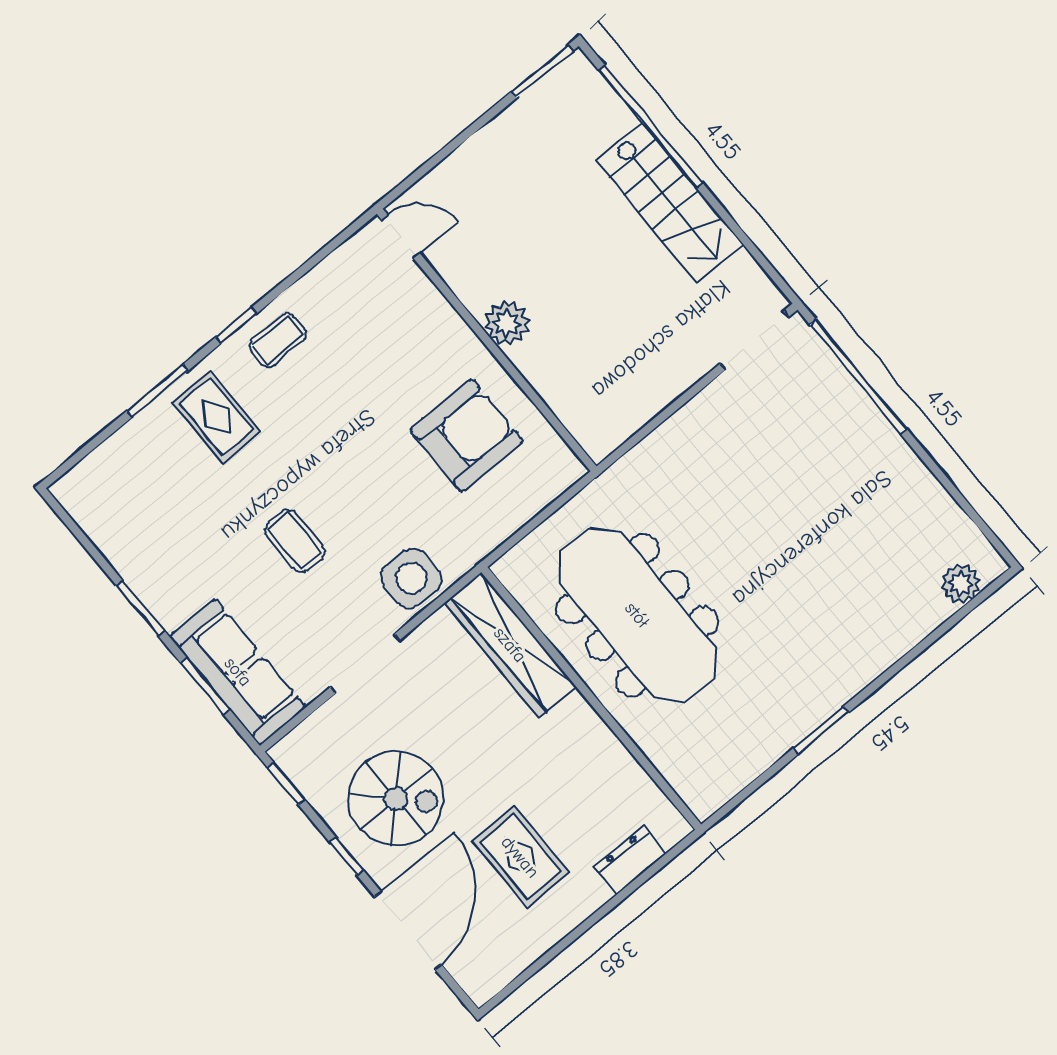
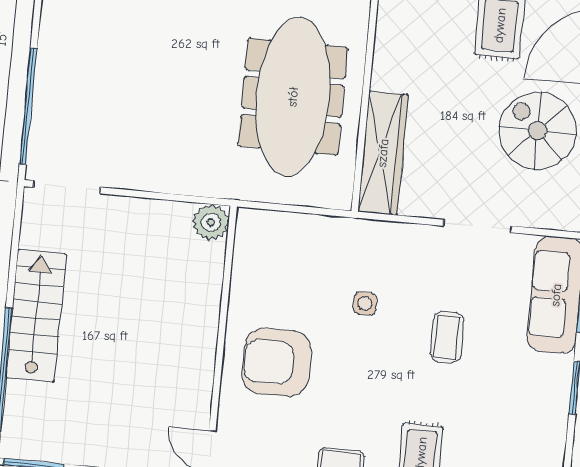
plant: (507, 323) -> (211, 222), moved
armchair: (467, 435) -> (277, 362), moved
side table: (411, 578) -> (365, 304), moved, width x0.54, depth x0.54

